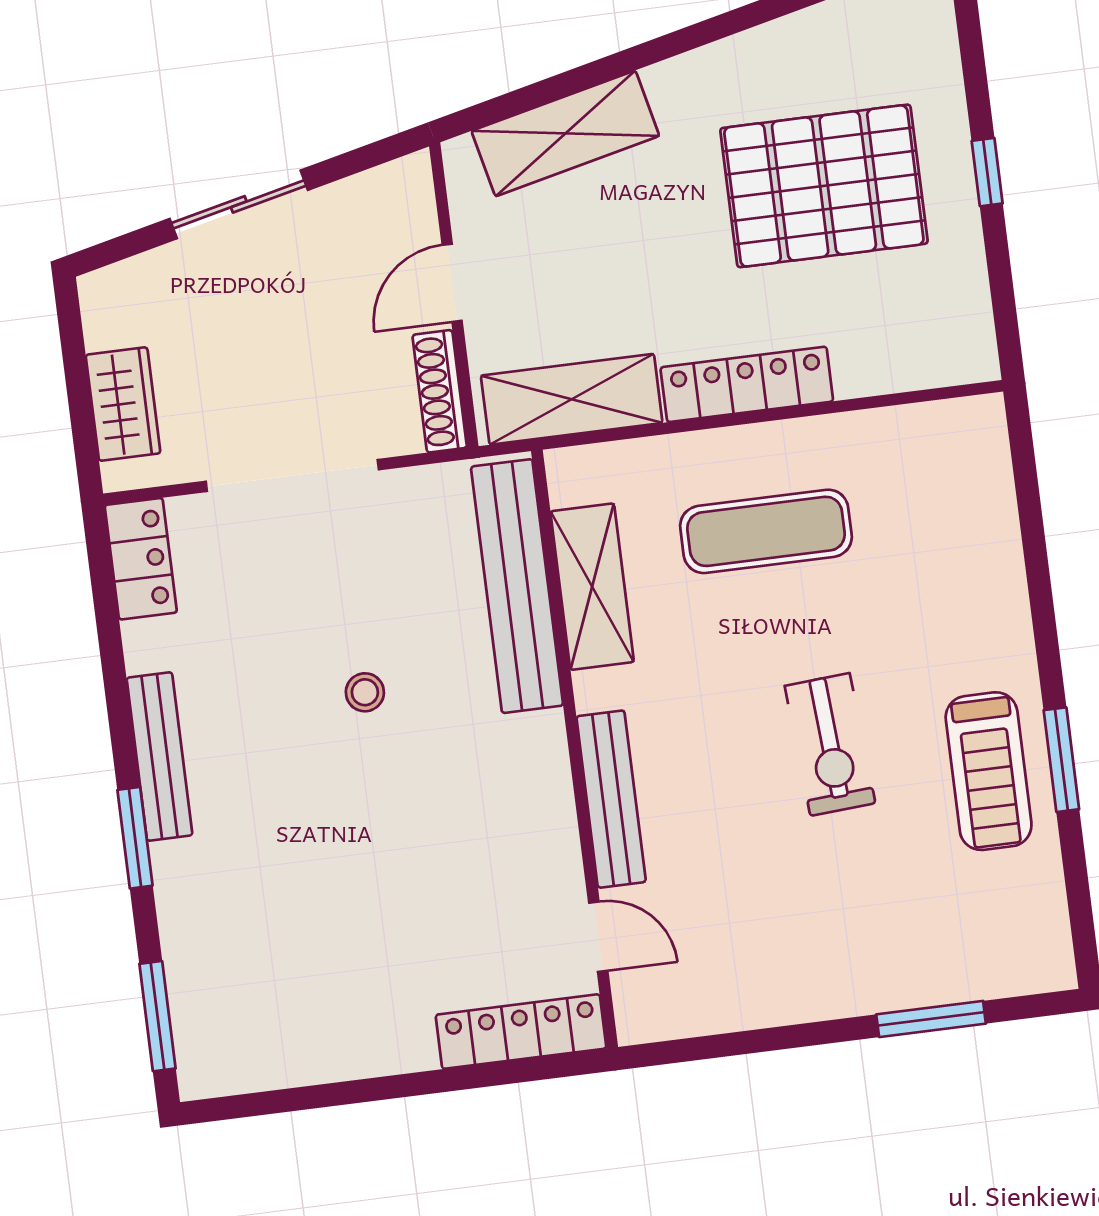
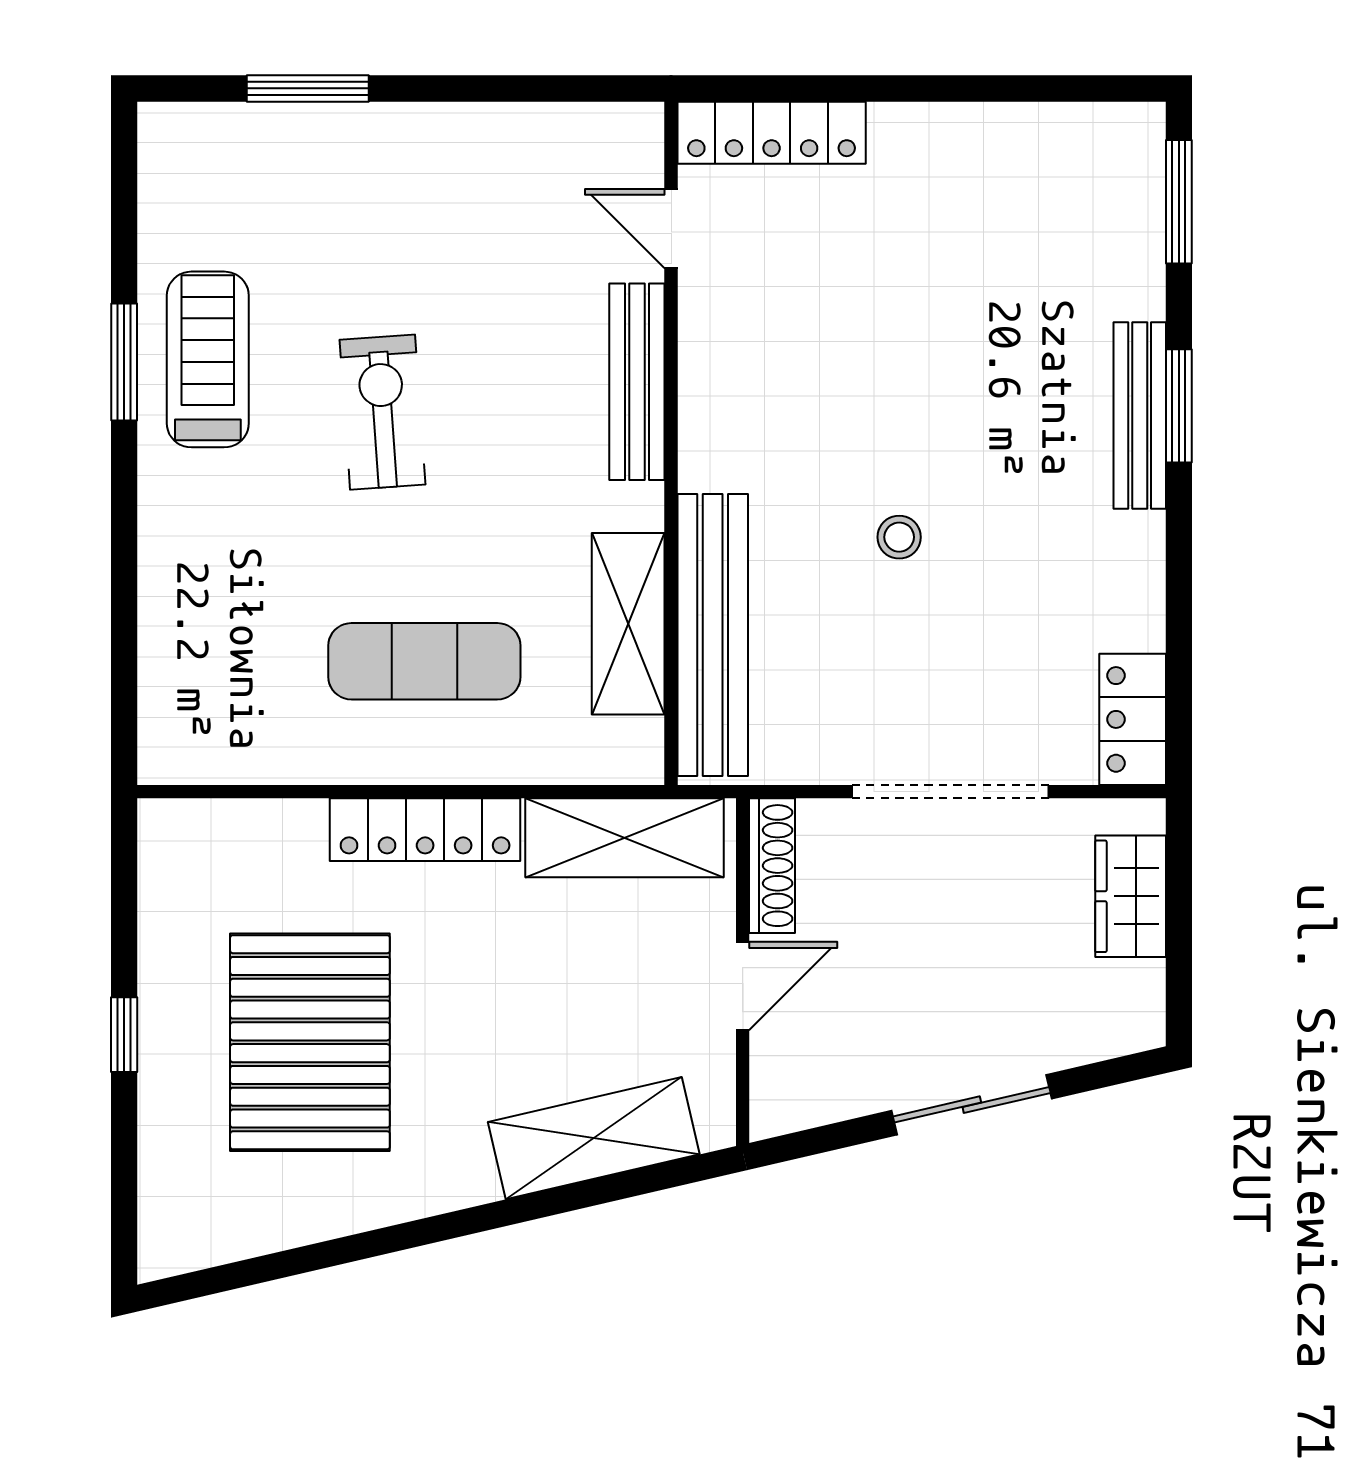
pallet: (824, 186) -> (310, 1042), turned 90
bench: (160, 756) -> (1140, 416), moved

